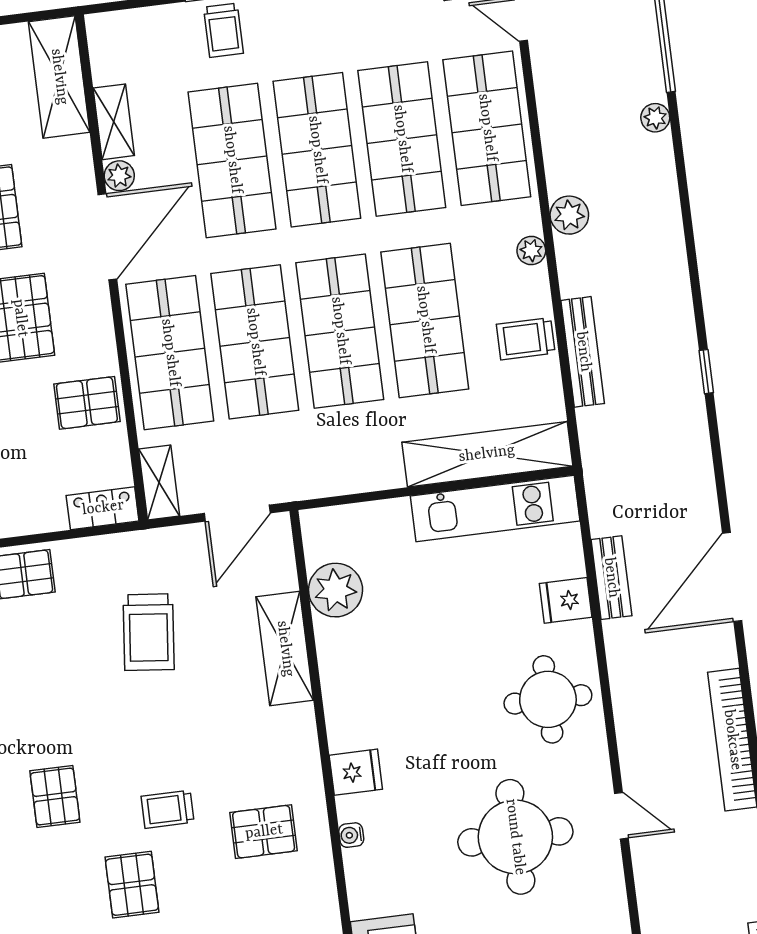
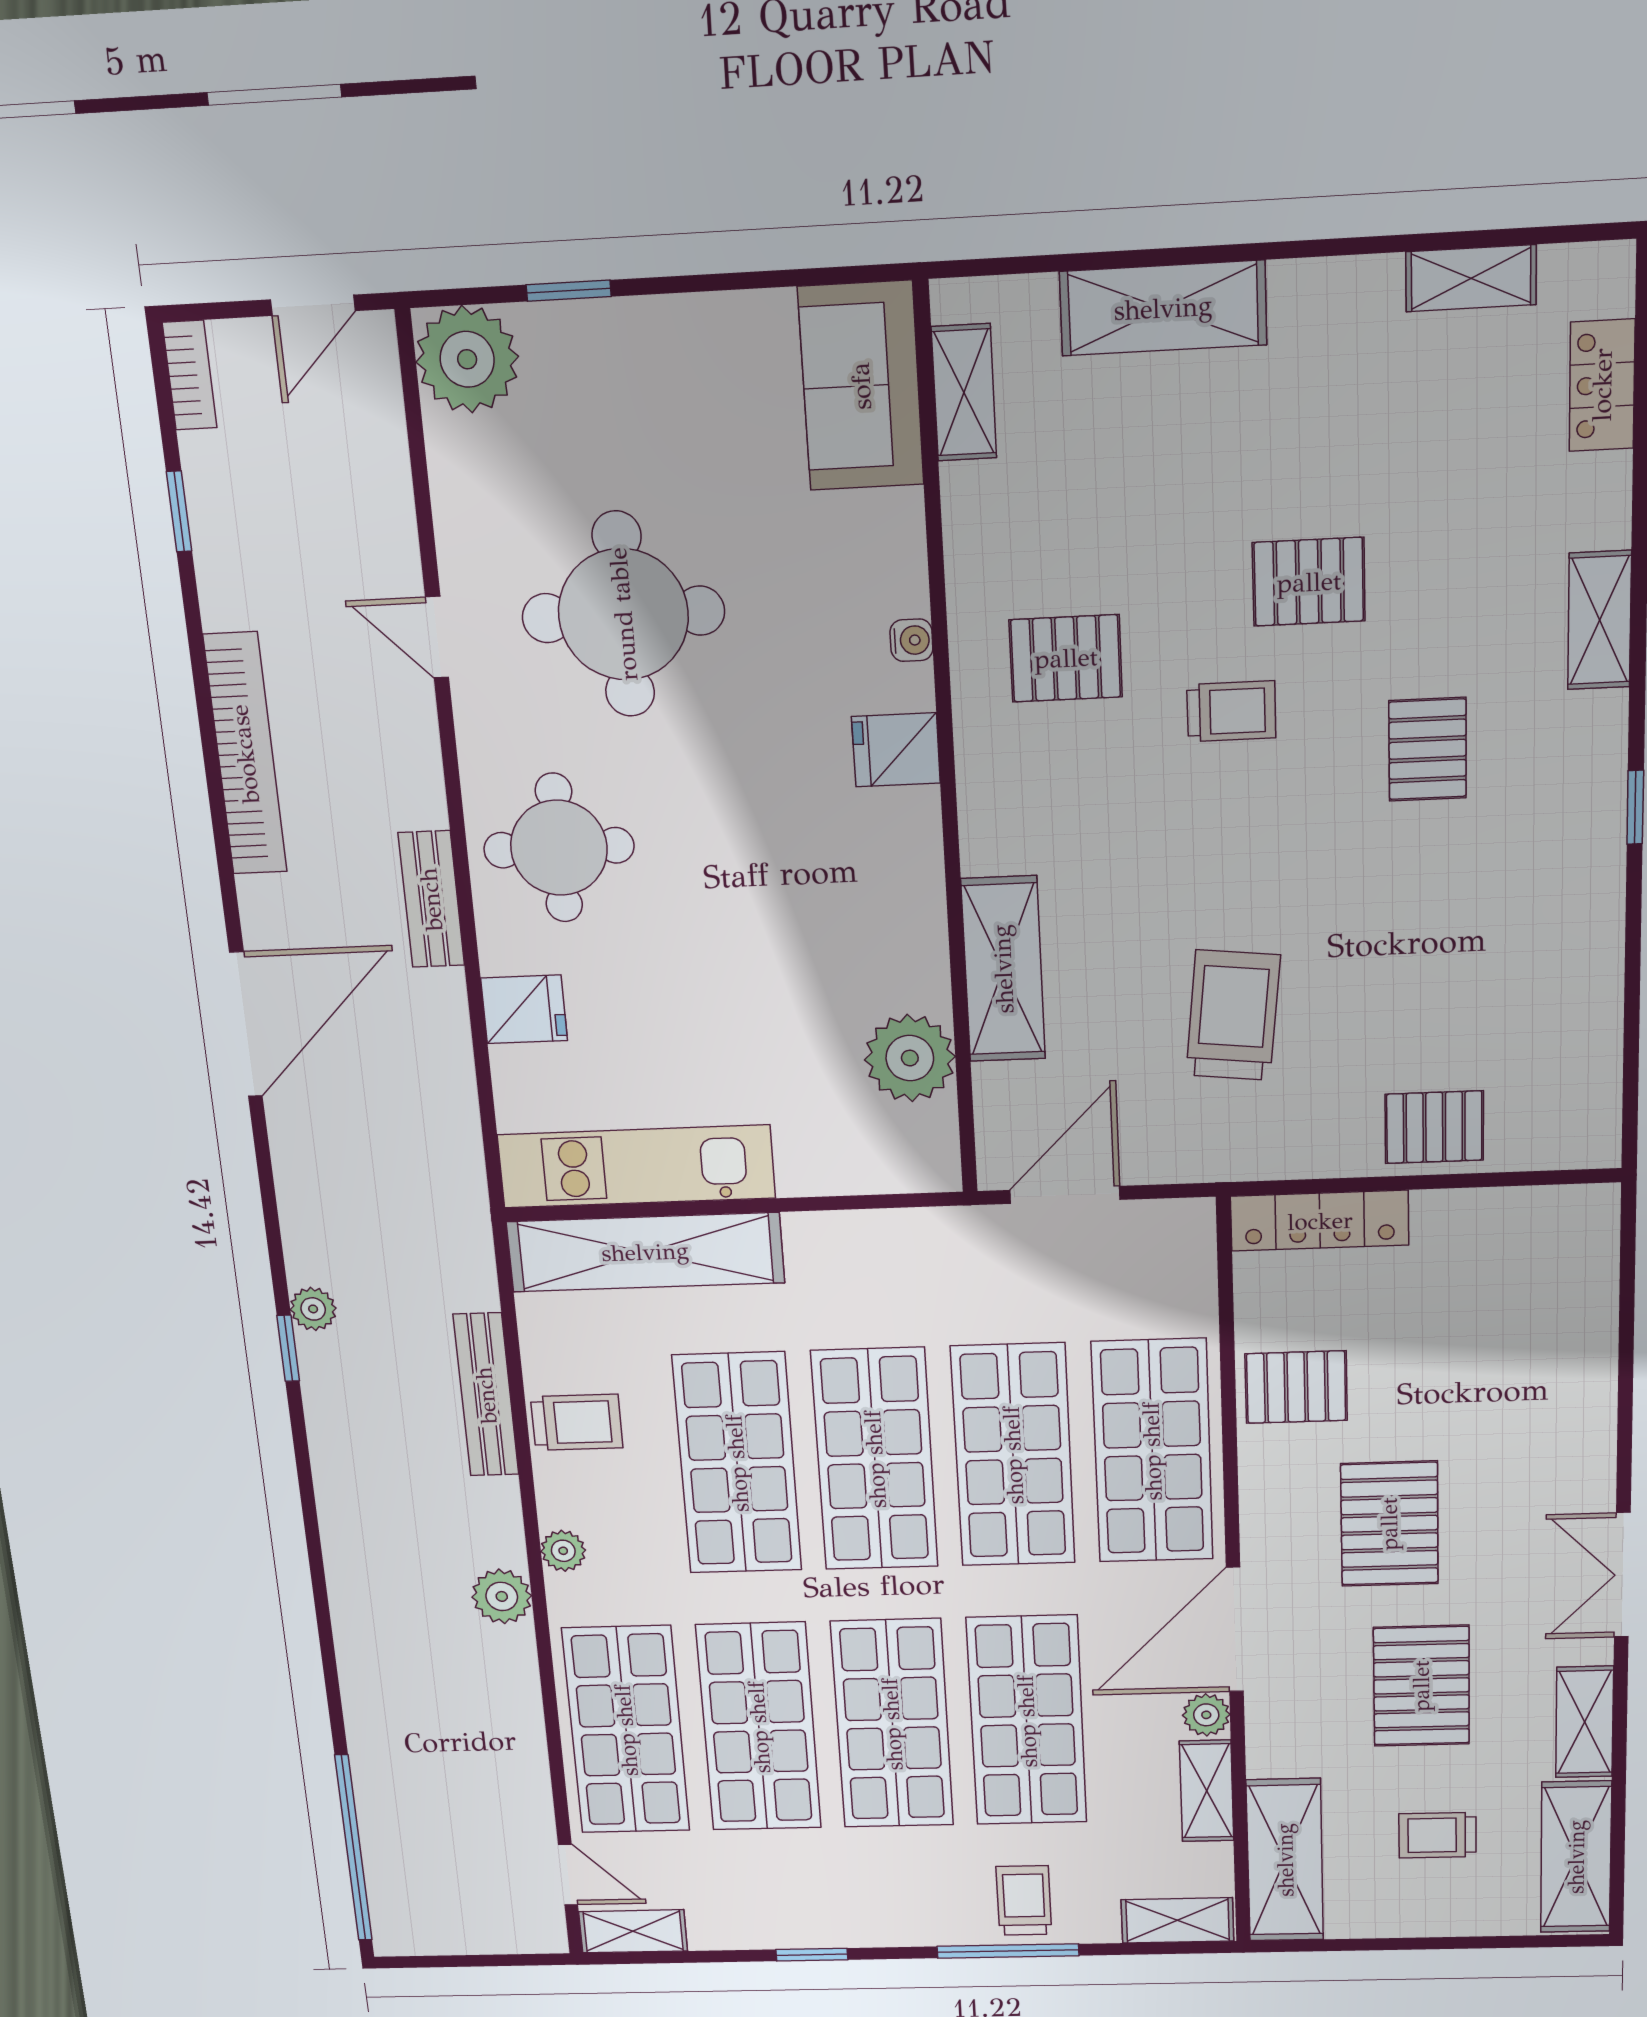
plant: (655, 118) -> (313, 1309), moved
shelving: (159, 482) -> (1177, 1920), moved, turned 90
locker: (103, 508) -> (1320, 1221), width x1.53
bench: (611, 578) -> (431, 899), moved
pallet: (132, 885) -> (1309, 582), turned 90

